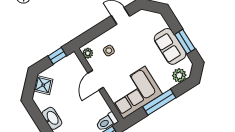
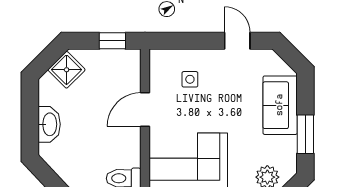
sofa: (170, 46) -> (280, 105), moved
plant: (88, 53) -> (158, 64), removed

